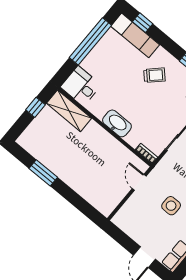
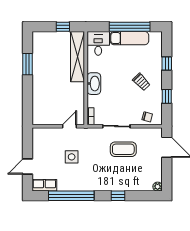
window: (143, 23) -> (167, 63), moved
exam couch: (135, 35) -> (129, 38), moved, turned -90
shelving: (69, 111) -> (77, 57), width x1.47

